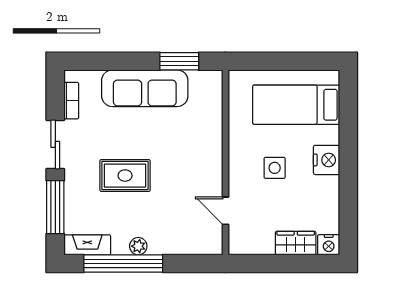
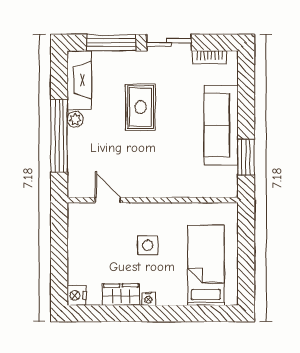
nightstand: (327, 160) -> (148, 299), width x0.53, depth x0.56
door: (226, 211) -> (108, 200), hinge flipped
wardrobe: (296, 243) -> (121, 295), moved, turned -90
fireplace: (87, 245) -> (79, 80), width x1.37, depth x1.32
window: (123, 263) -> (59, 136), moved

